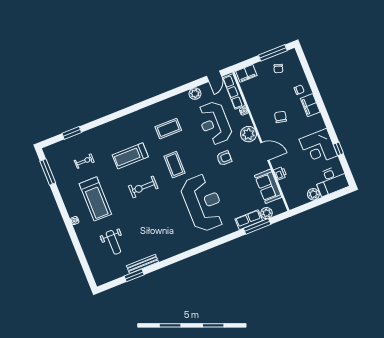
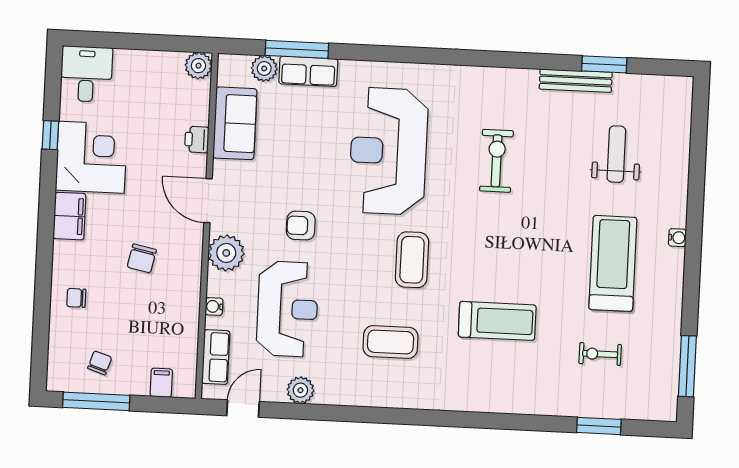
filing cabinet: (246, 73) -> (161, 383), width x0.50
row of seats: (234, 91) -> (216, 357), width x0.68
filing cabinet: (310, 105) -> (69, 216), moved
desk: (331, 181) -> (86, 74), width x0.73
exercise bike: (143, 187) -> (496, 161), moved, turned -90
plant: (313, 194) -> (198, 66), moved

